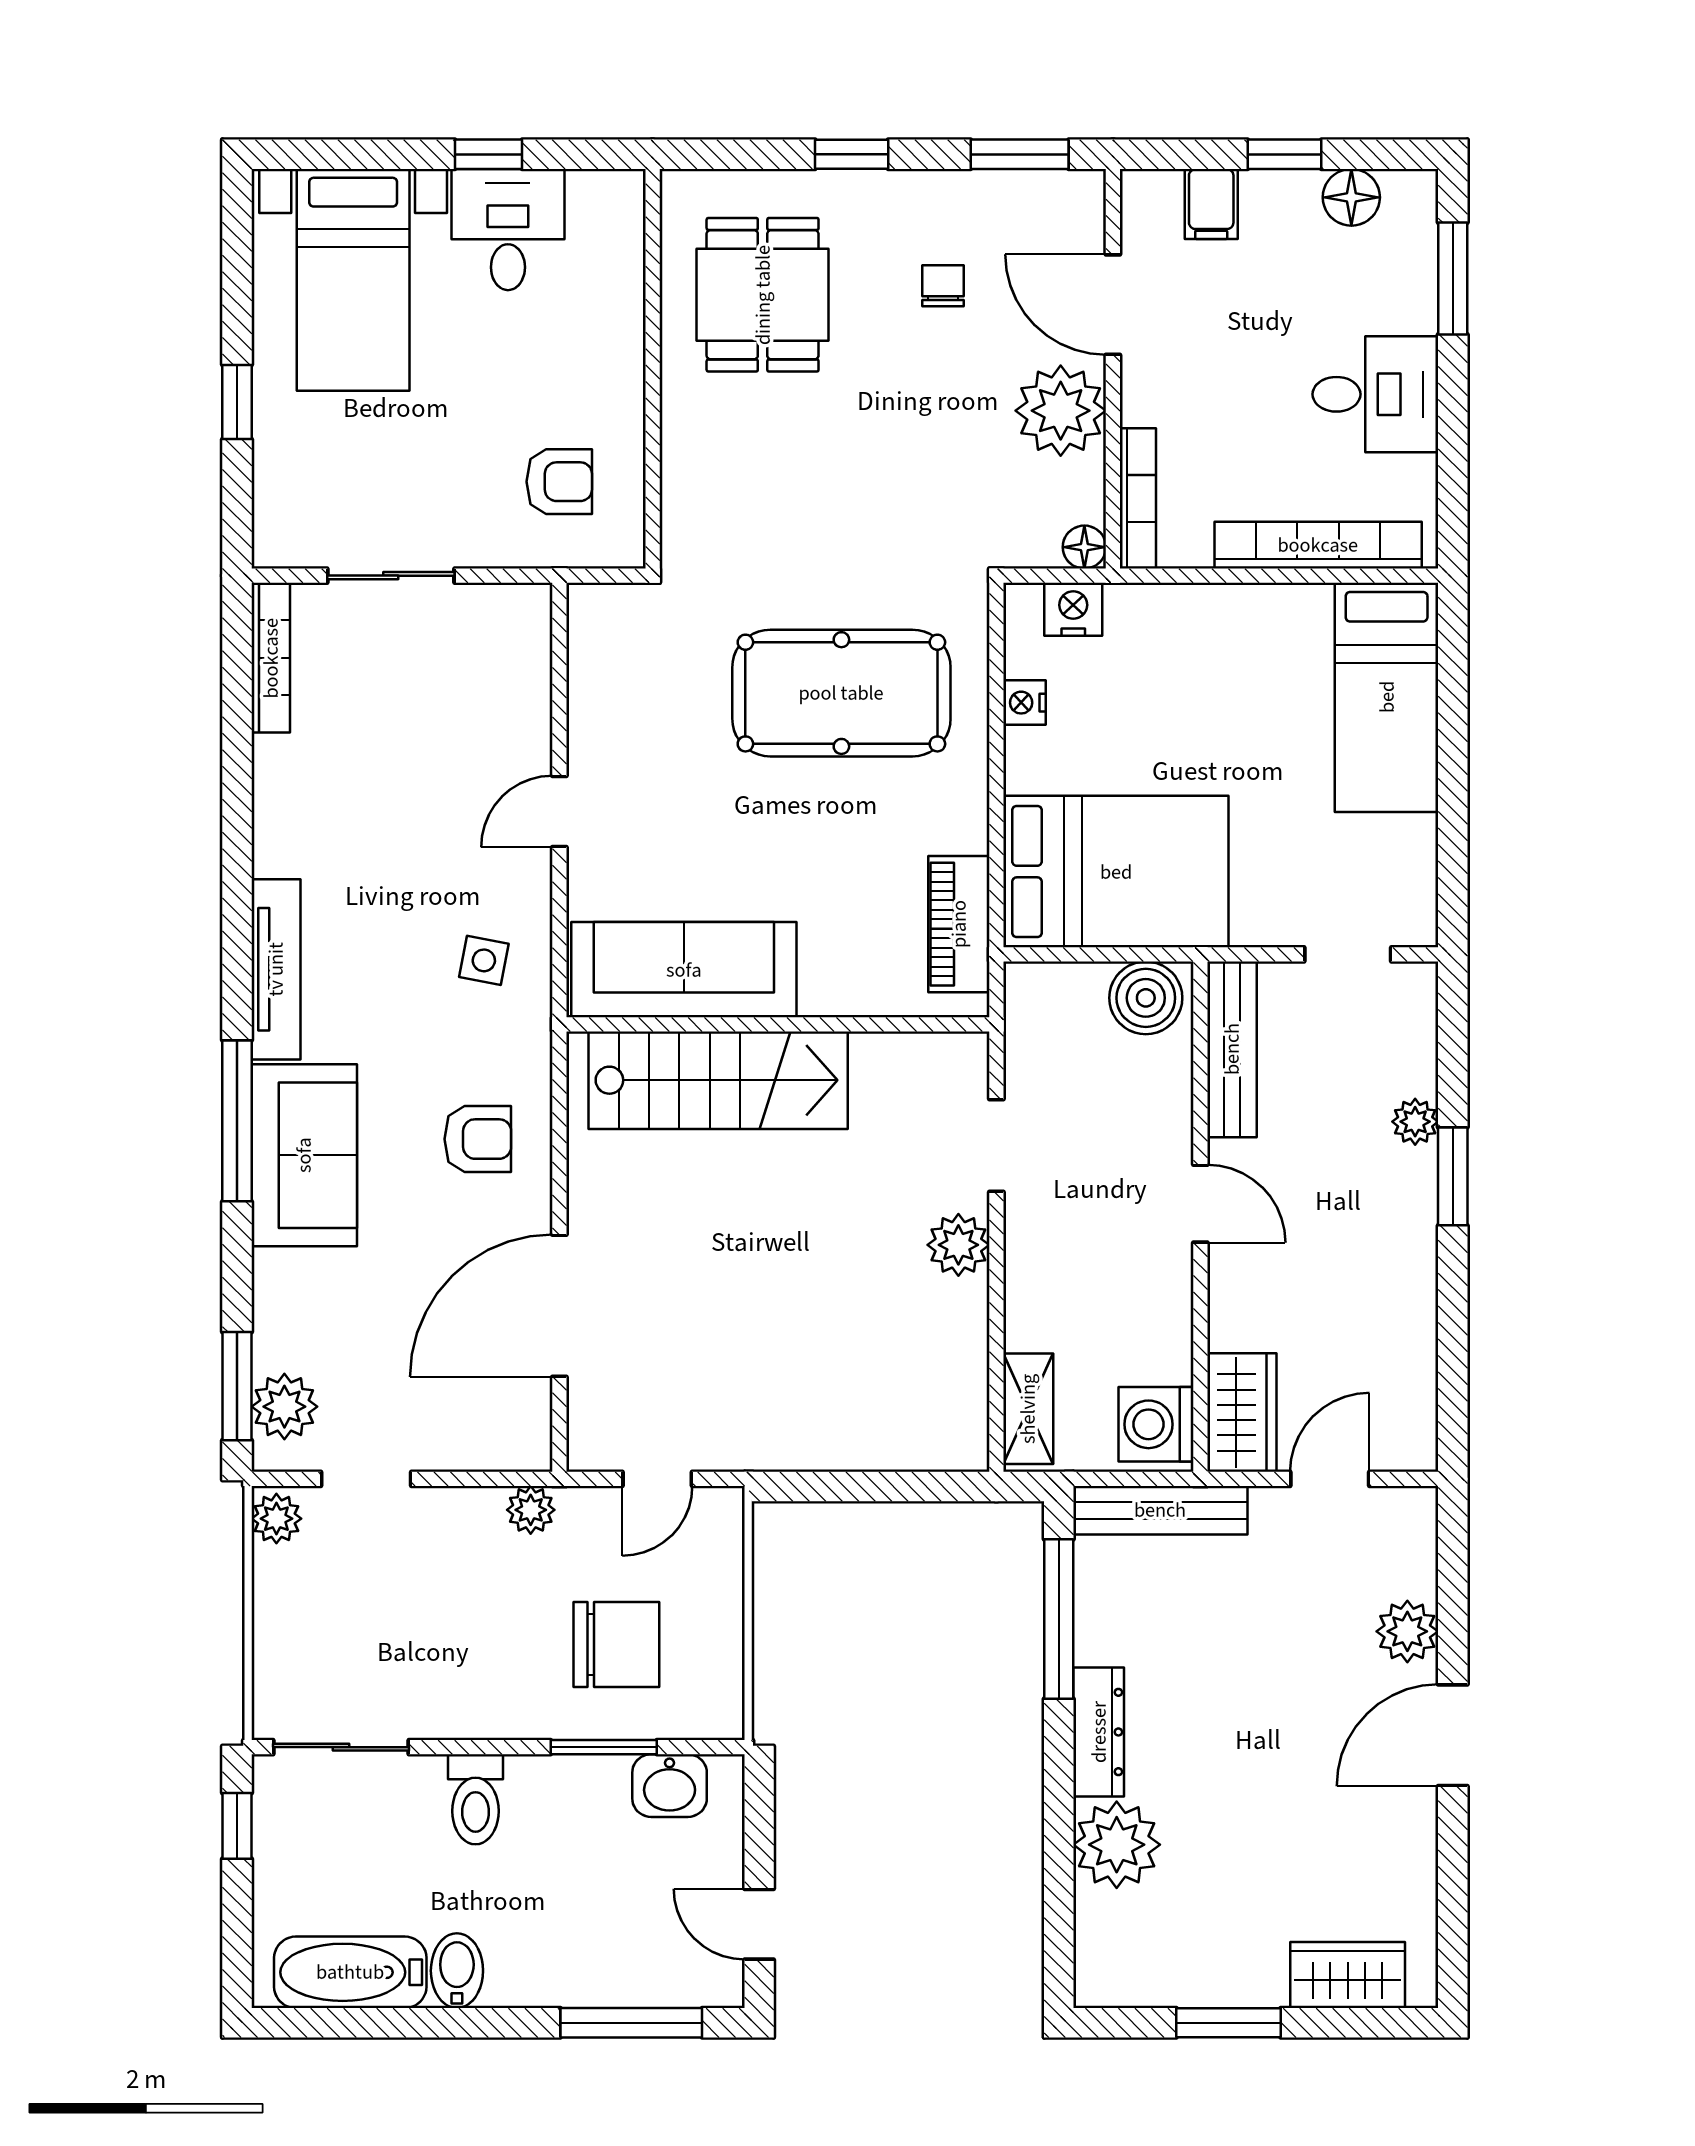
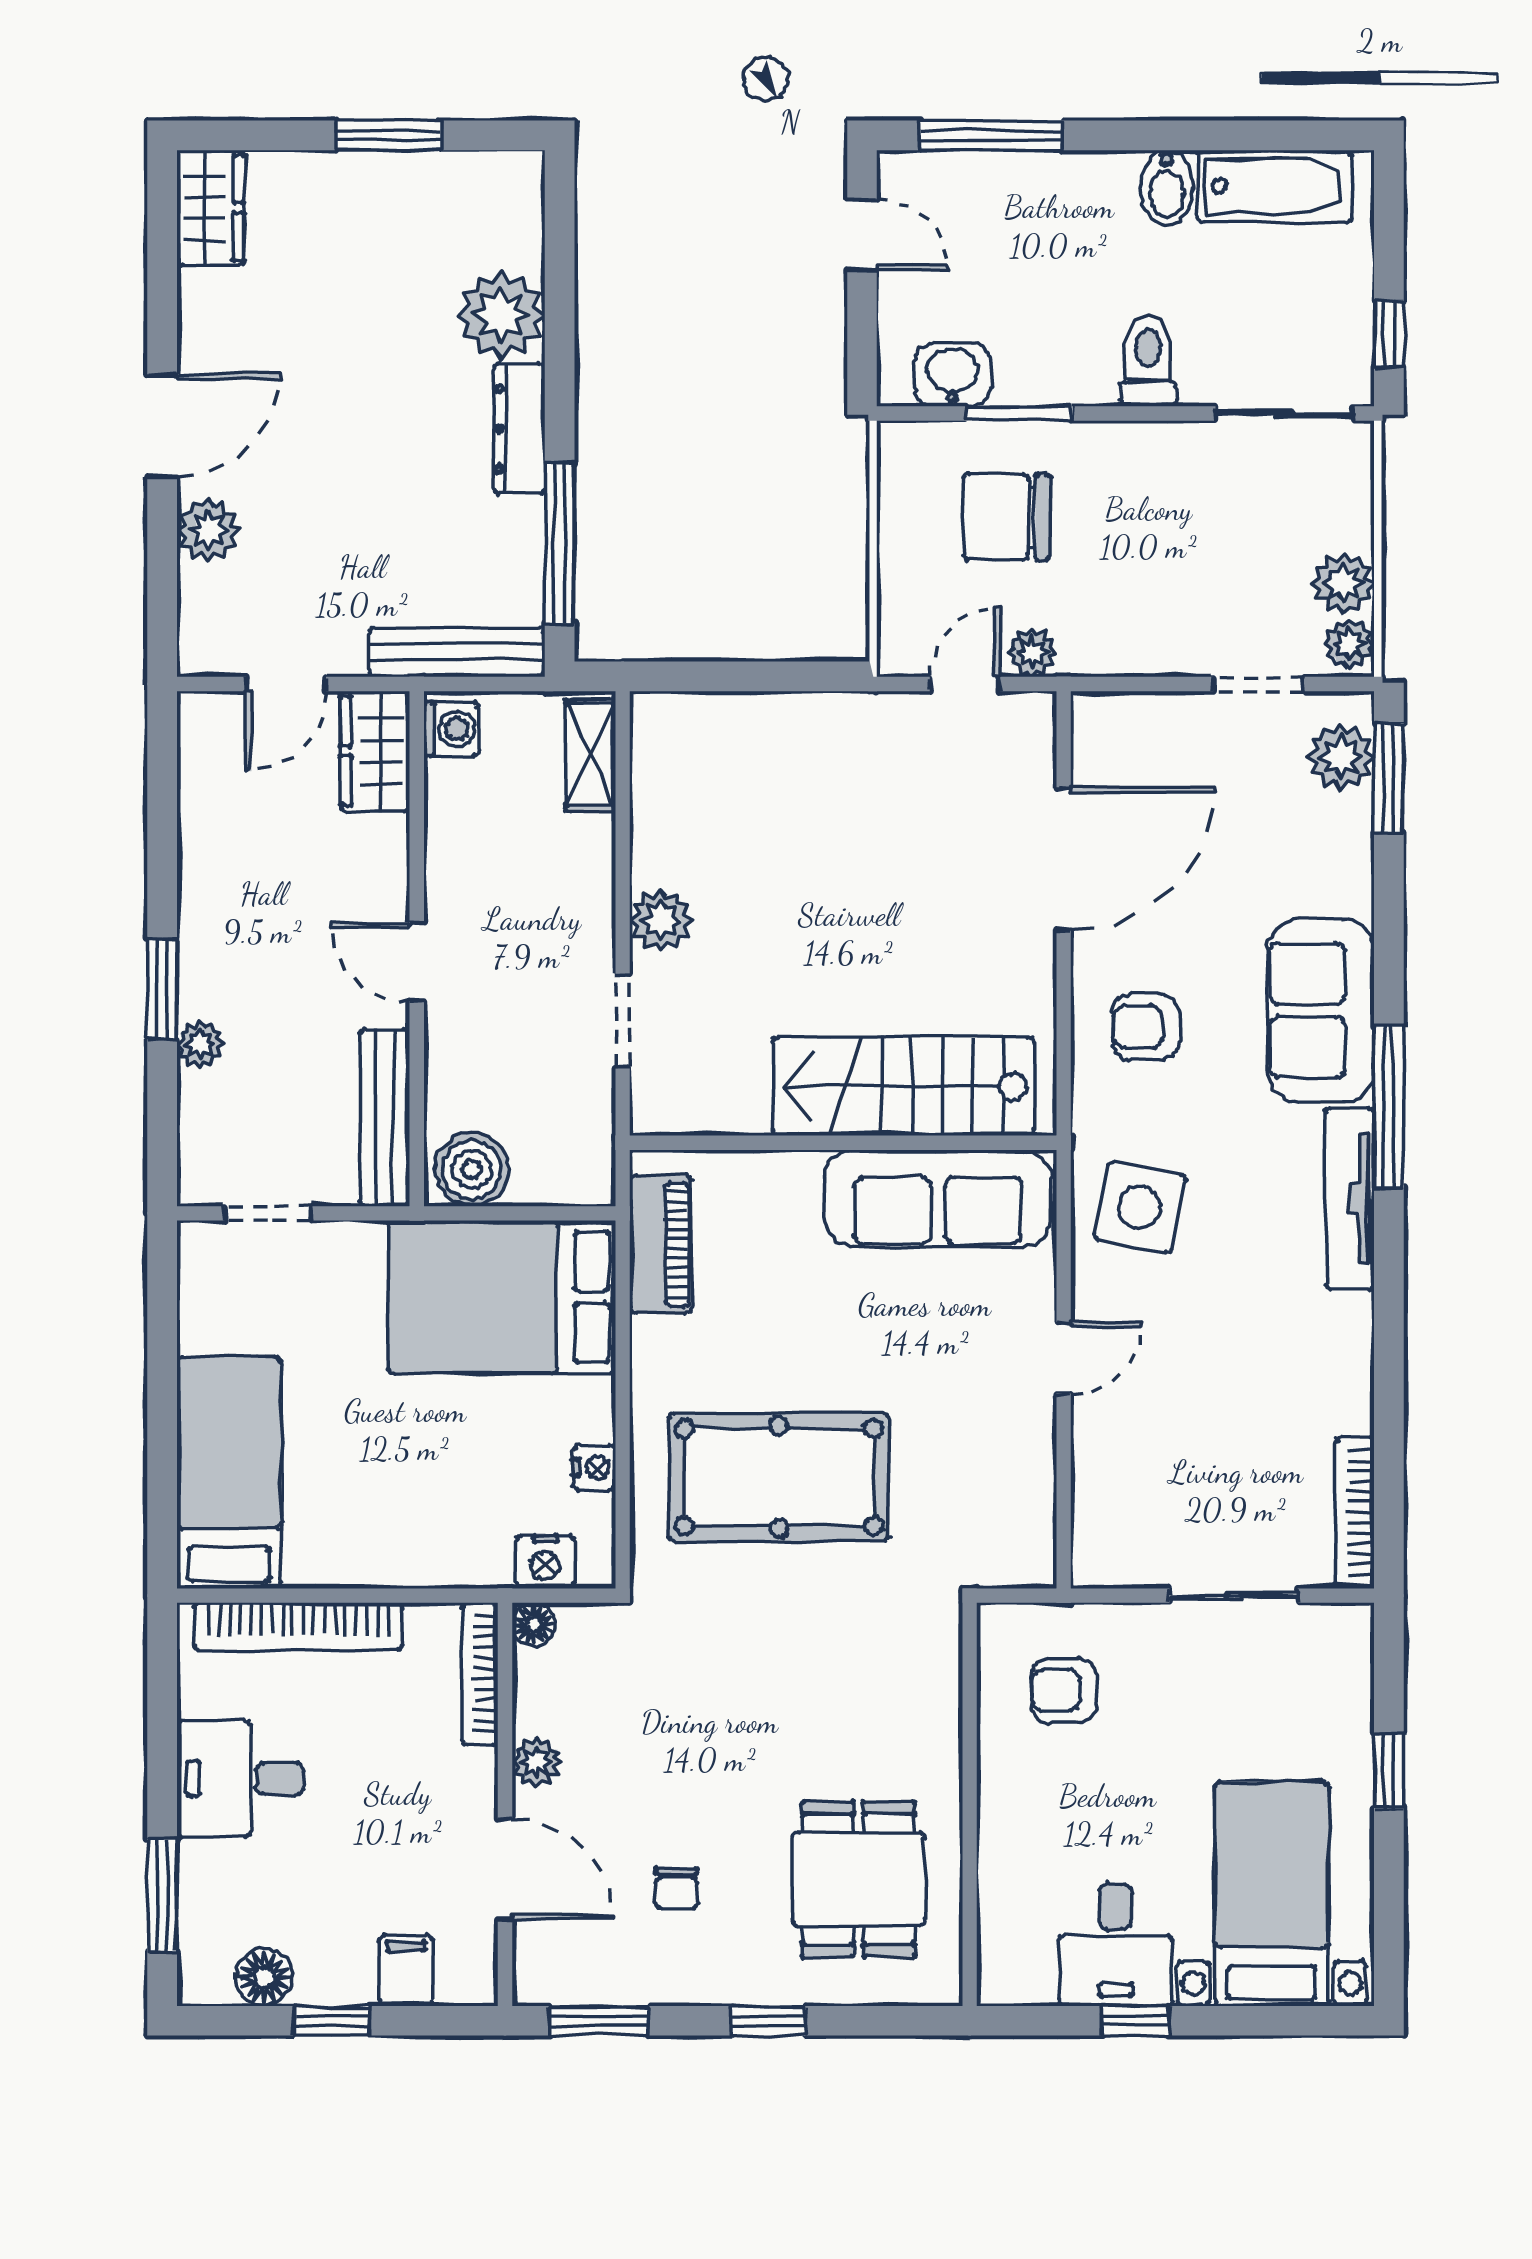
plant: (1061, 411) -> (536, 1762), width x0.53, depth x0.53
side table: (484, 960) -> (1140, 1207), width x1.87, depth x1.87
window: (237, 1121) -> (1389, 1106), moved
washing machine: (1156, 1424) -> (451, 729), width x0.73, depth x0.73
plant: (531, 1510) -> (1032, 653), moved
plant: (282, 1579) -> (1344, 584), added
wardrobe: (1348, 1975) -> (210, 208), moved, turned -90

